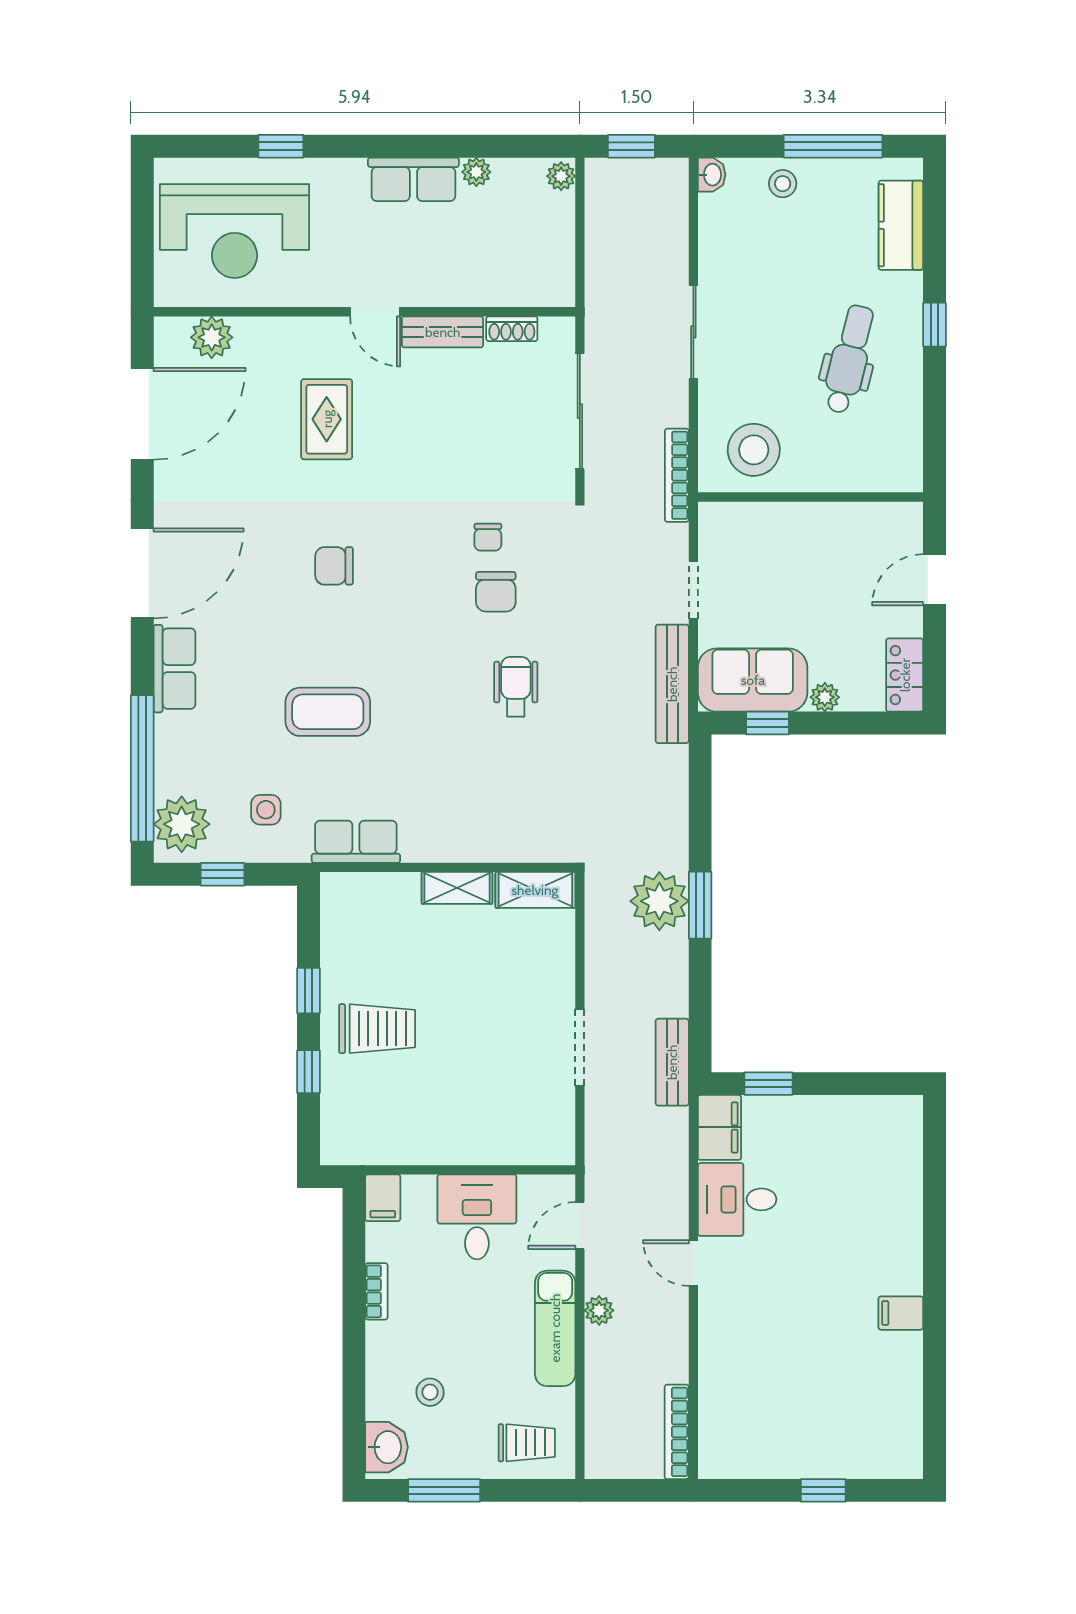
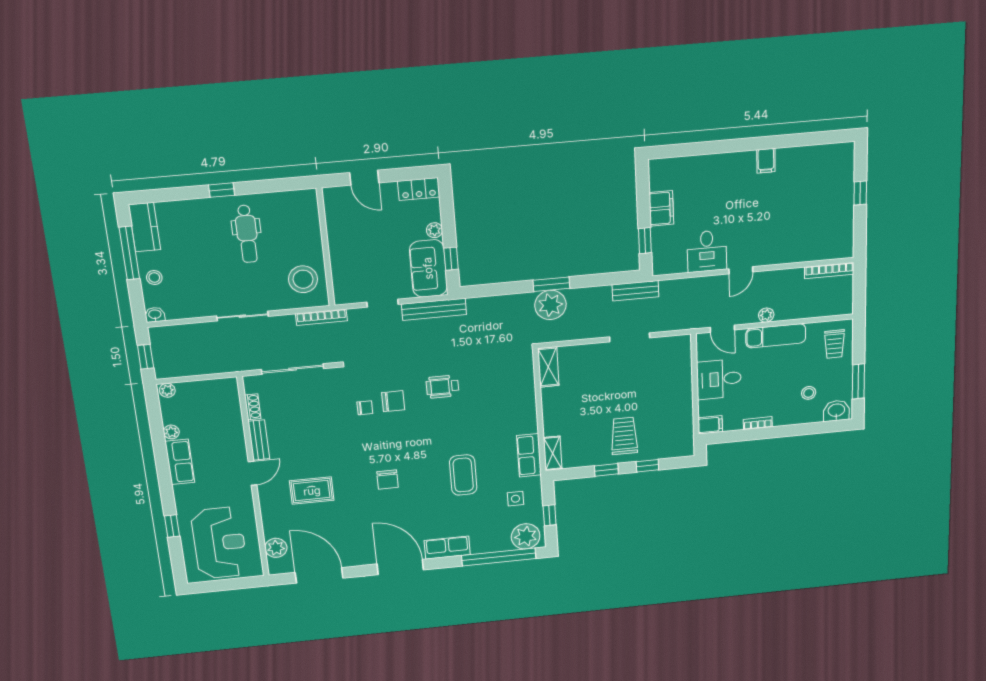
kitchen counter: (901, 225) -> (145, 227), moved, turned -90
dental chair: (849, 359) -> (247, 234), turned -104
shelving: (457, 888) -> (553, 453), moved
filing cabinet: (719, 1127) -> (661, 208), moved, turned 90
trolley: (527, 1443) -> (834, 344), turned 180

